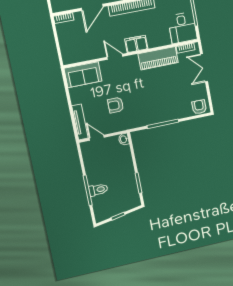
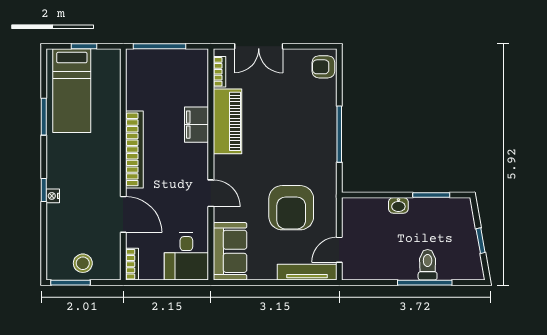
desk: (182, 28) -> (186, 256), moved, turned 90
filing cabinet: (136, 44) -> (197, 125), moved
door: (115, 57) -> (211, 193), swing flipped
armchair: (116, 105) -> (291, 208), width x1.88, depth x1.88
washbasin: (124, 139) -> (398, 205), moved

